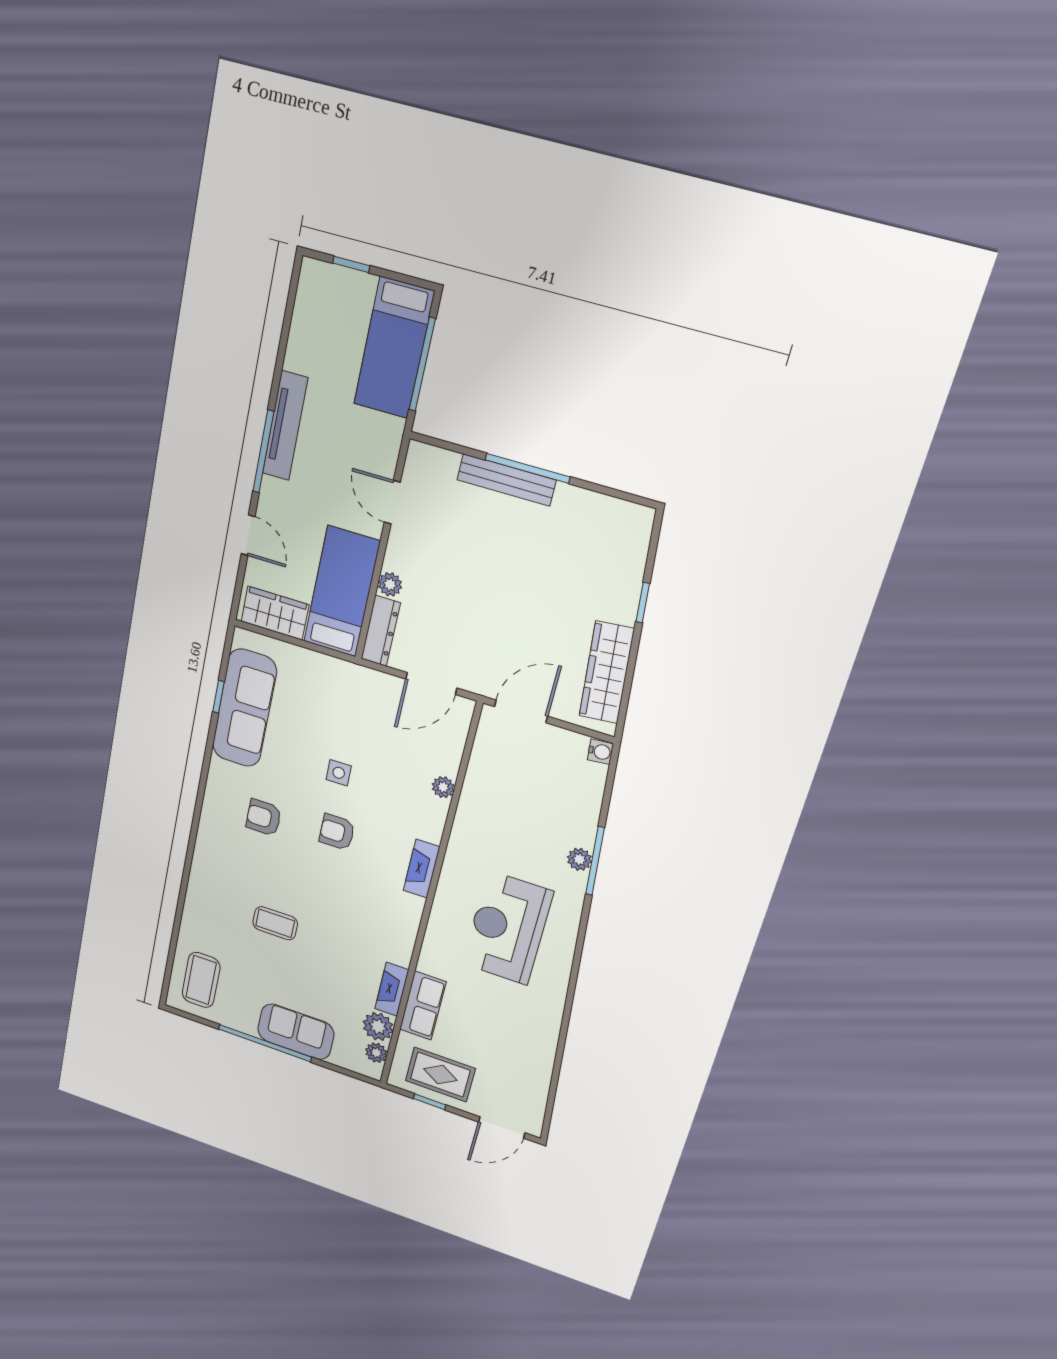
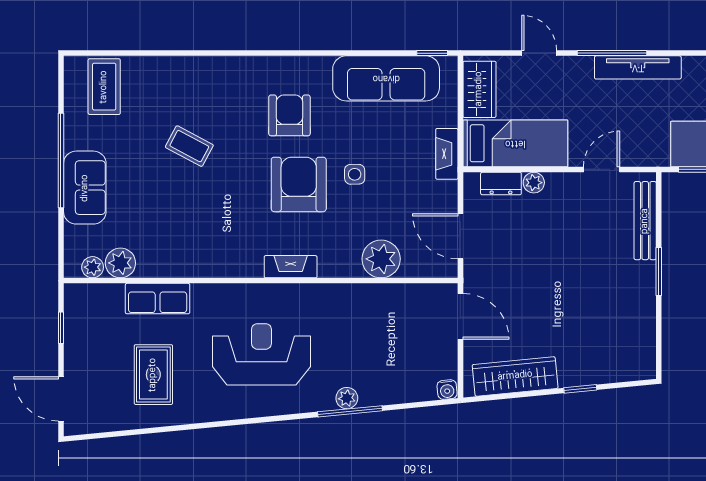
window: (528, 468) -> (659, 272), width x0.69
bench: (506, 480) -> (645, 221), moved
door: (248, 535) -> (539, 53), swing flipped
dresser: (381, 631) -> (501, 184), width x0.70
window: (219, 697) -> (432, 53), moved
plant: (443, 787) -> (381, 259), width x1.88, depth x1.88
armchair: (264, 818) -> (289, 115), width x1.38, depth x1.38
armchair: (337, 832) -> (299, 184), width x1.88, depth x1.88
coffee table: (275, 923) -> (189, 146), turned -62
coffee table: (201, 980) -> (104, 87), turned 90
fireplace: (392, 989) -> (447, 154), moved, turned -90
rug: (440, 1075) -> (153, 375), moved

